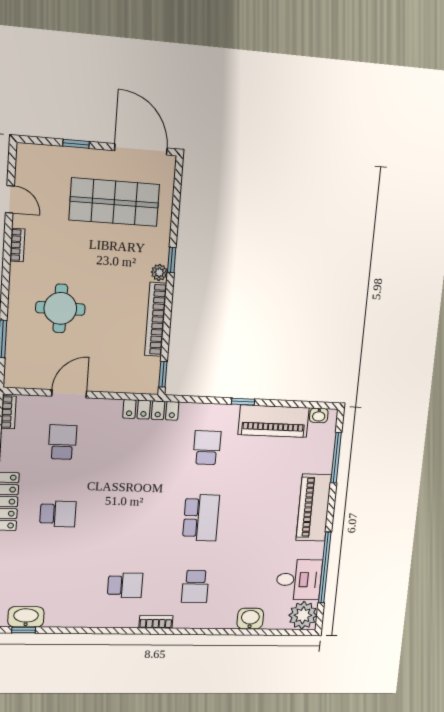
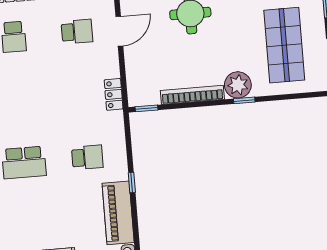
plant: (159, 272) -> (238, 85), width x1.88, depth x1.88
door: (69, 394) -> (119, 31), hinge flipped
locker: (151, 410) -> (114, 94), width x0.66

